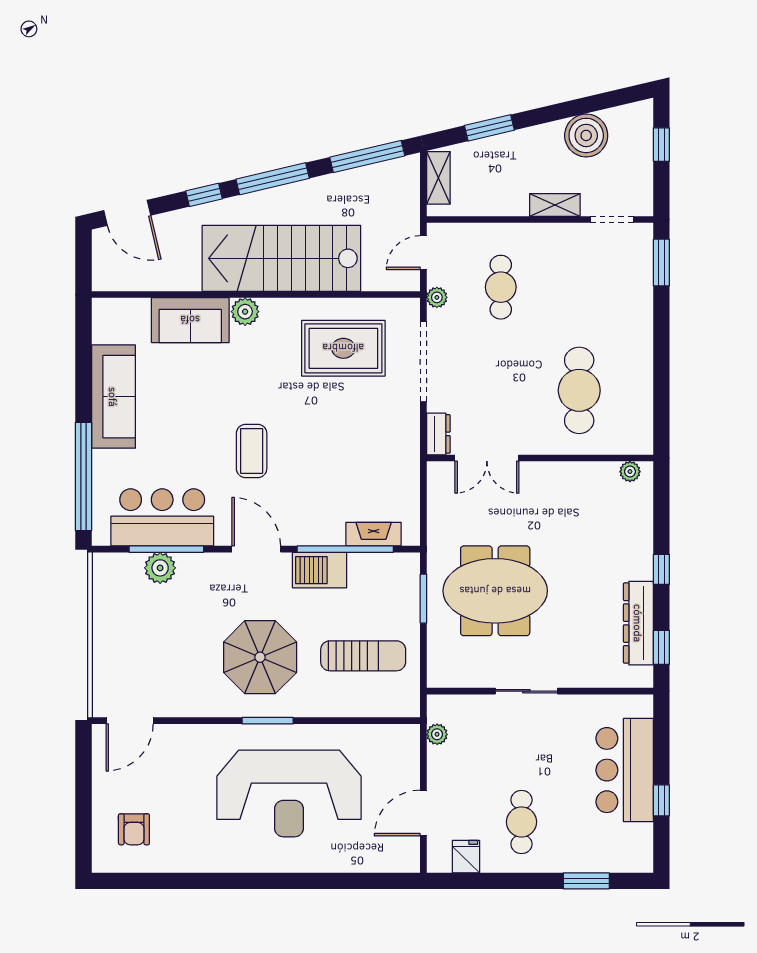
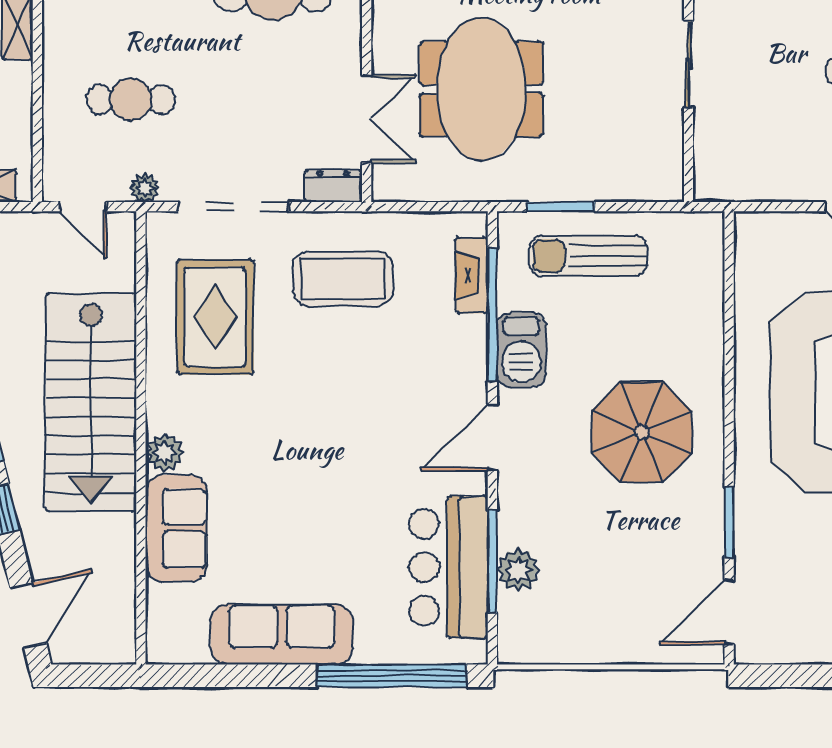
coffee table: (252, 451) -> (343, 279), moved, width x1.36, depth x1.32
meeting table: (495, 591) -> (481, 89), moved
sun lounger: (363, 656) -> (588, 256), moved, turned -90
door: (130, 721) -> (729, 612), swing flipped
window: (268, 721) -> (729, 522), moved
plant: (437, 734) -> (748, 188), removed

